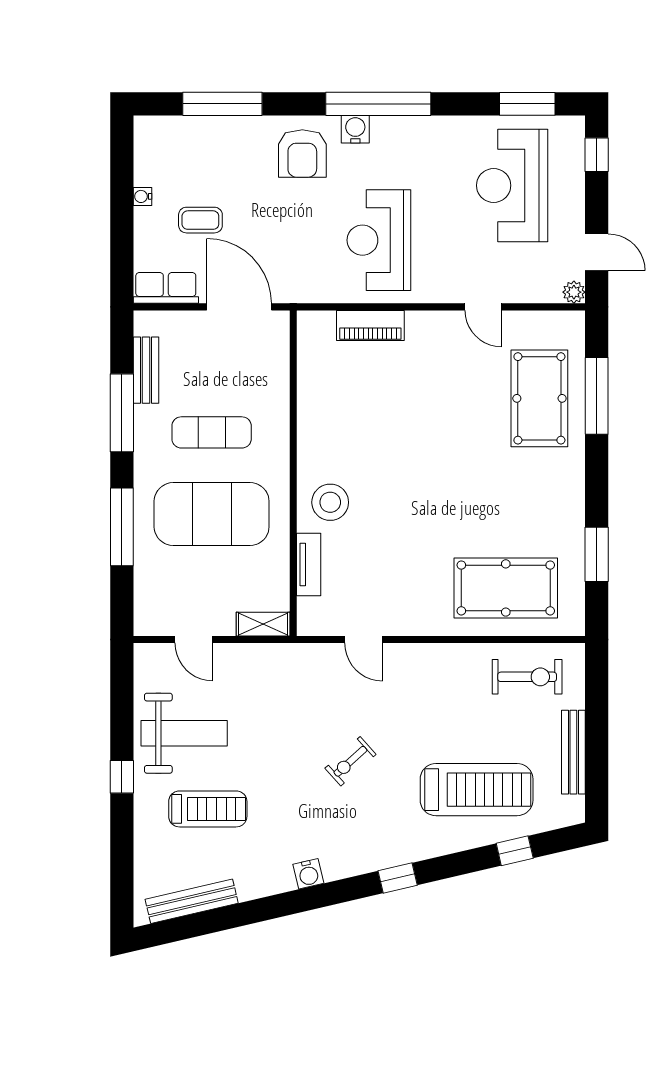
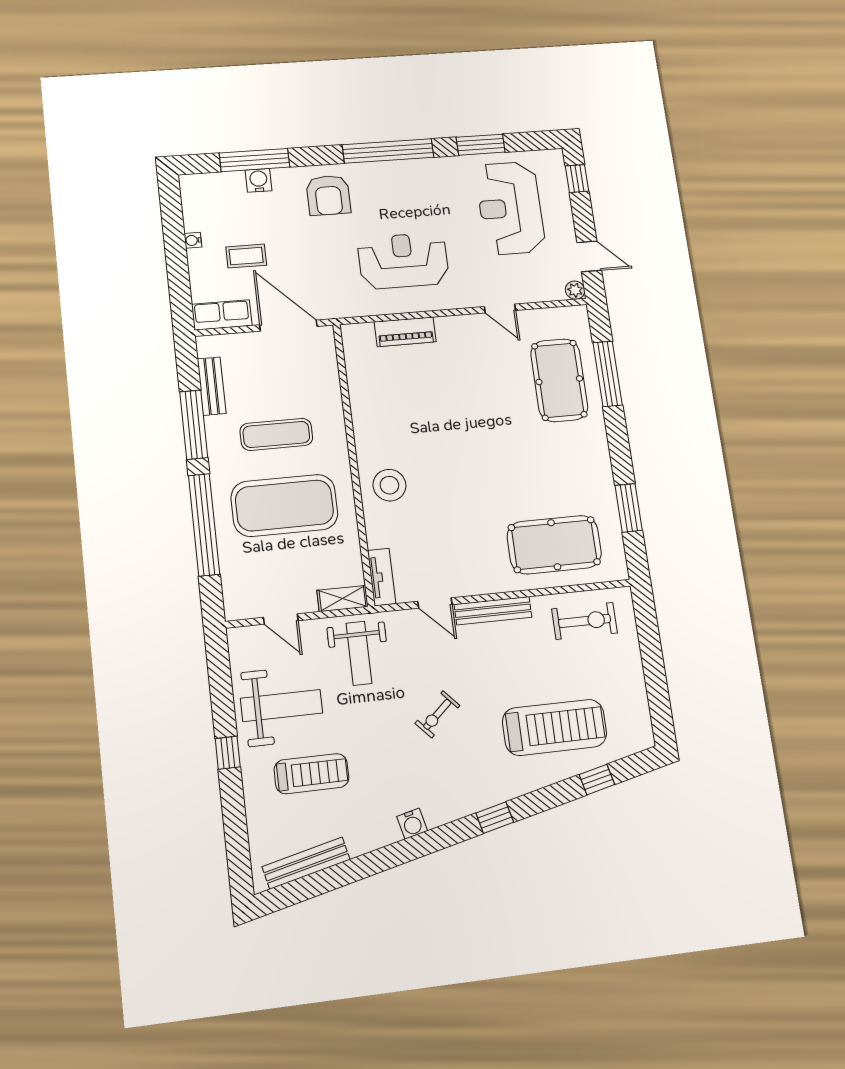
window: (527, 104) -> (481, 145), moved
water cooler: (355, 129) -> (259, 180), moved
reception desk: (379, 240) -> (403, 261), turned 90
window: (122, 527) -> (204, 525), width x1.46
tv unit: (309, 565) -> (382, 577), moved
weight bench: (274, 686) -> (359, 653), added
bench: (573, 752) -> (493, 611), moved, turned 90

